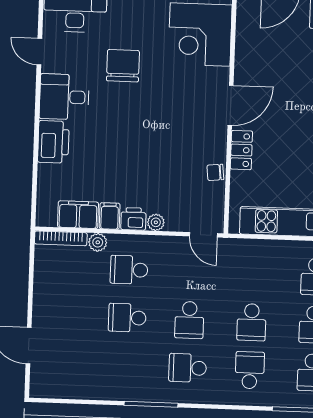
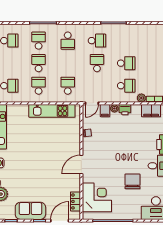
chair: (123, 66) -> (133, 181), turned 180
locker: (241, 150) -> (75, 201), moved
filing cabinet: (110, 216) -> (105, 111), moved
door: (203, 235) -> (92, 103), swing flipped
school desk: (251, 322) -> (68, 86), moved

